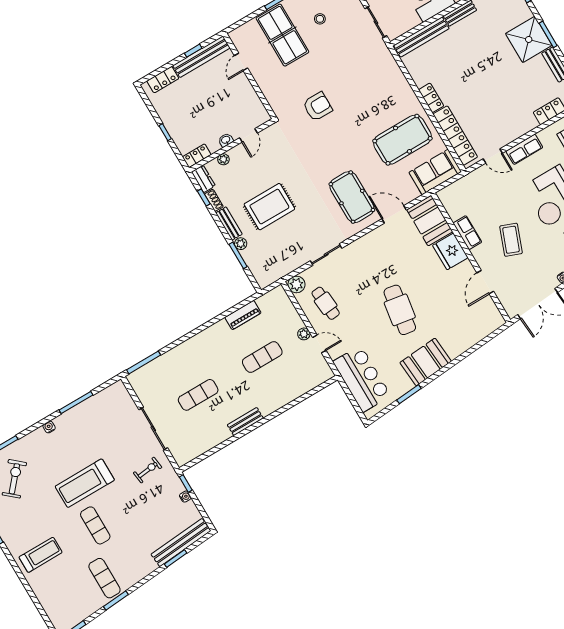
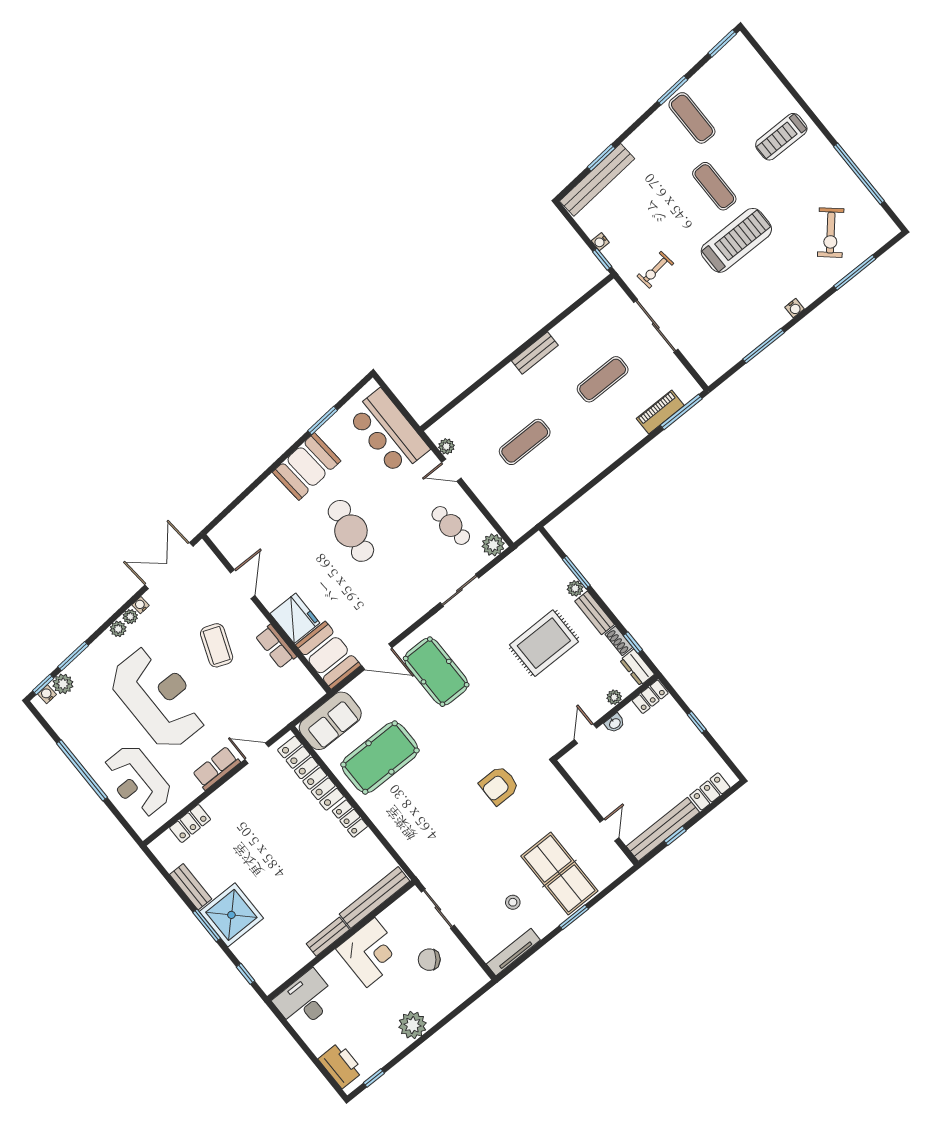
piano: (243, 315) -> (660, 412), moved
plant: (304, 334) -> (446, 446), moved

